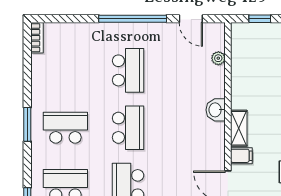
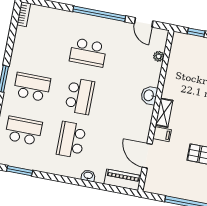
school desk: (128, 70) -> (88, 52), turned 90

